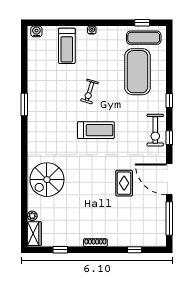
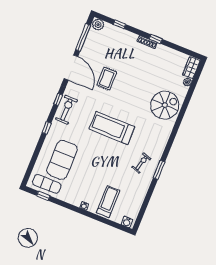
exercise bike: (89, 91) -> (141, 163), moved
treadmill: (96, 130) -> (112, 128), width x1.37, depth x1.38
plant: (158, 240) -> (98, 25), added
window: (60, 250) -> (156, 39), moved

